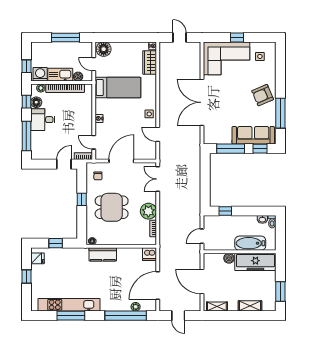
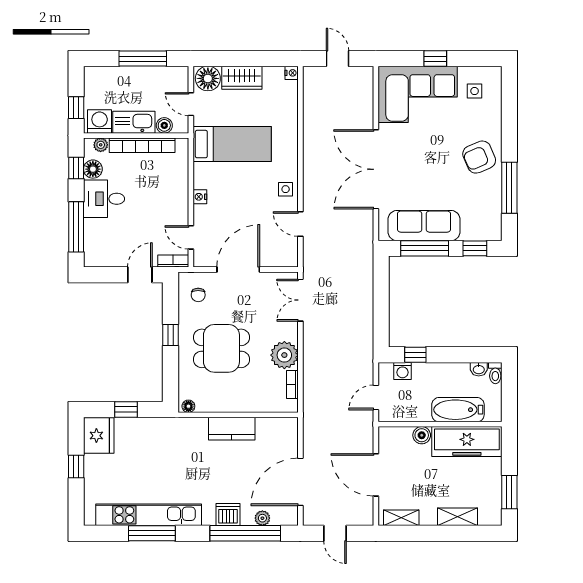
wardrobe: (150, 62) -> (242, 78), moved, turned -90
sofa: (253, 135) -> (424, 226), moved
washing machine: (218, 221) -> (403, 371), added
kitchen counter: (103, 254) -> (232, 429), moved
dishwasher: (150, 254) -> (228, 515), moved, turned 180
fridge: (38, 258) -> (99, 436), width x1.88, depth x1.34

